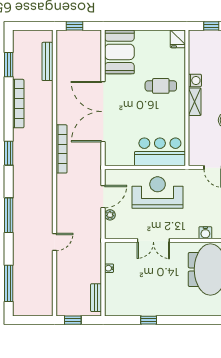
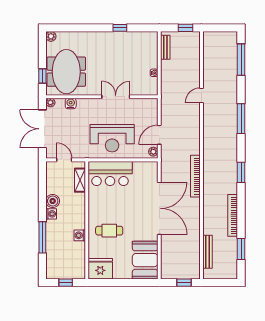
fridge: (178, 39) -> (100, 269), width x1.88, depth x1.34
shelving: (195, 102) -> (80, 180), moved
plant: (110, 215) -> (153, 152), moved

